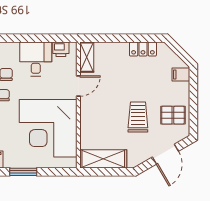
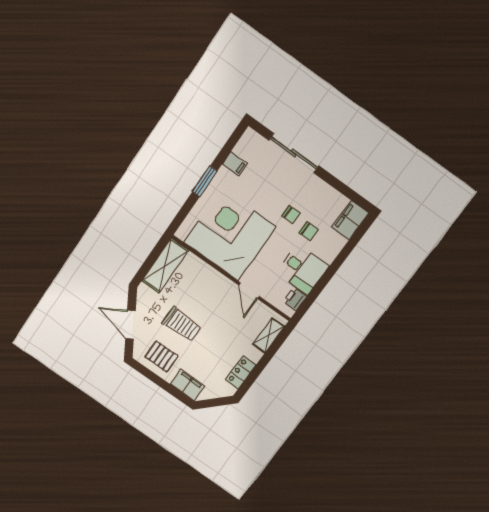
shelving: (87, 57) -> (269, 335), moved, turned 90
filing cabinet: (181, 75) -> (187, 385), width x2.00
pallet: (173, 115) -> (162, 356), turned 90

